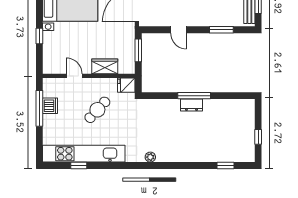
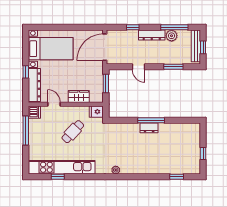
dresser: (50, 52) -> (34, 85), added
dishwasher: (50, 106) -> (34, 112), moved

